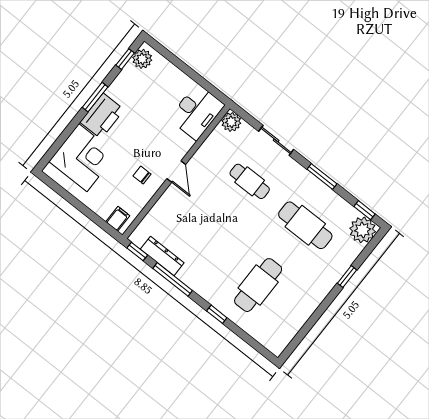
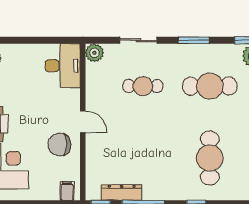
chair: (142, 175) -> (59, 144), width x1.87, depth x1.87

